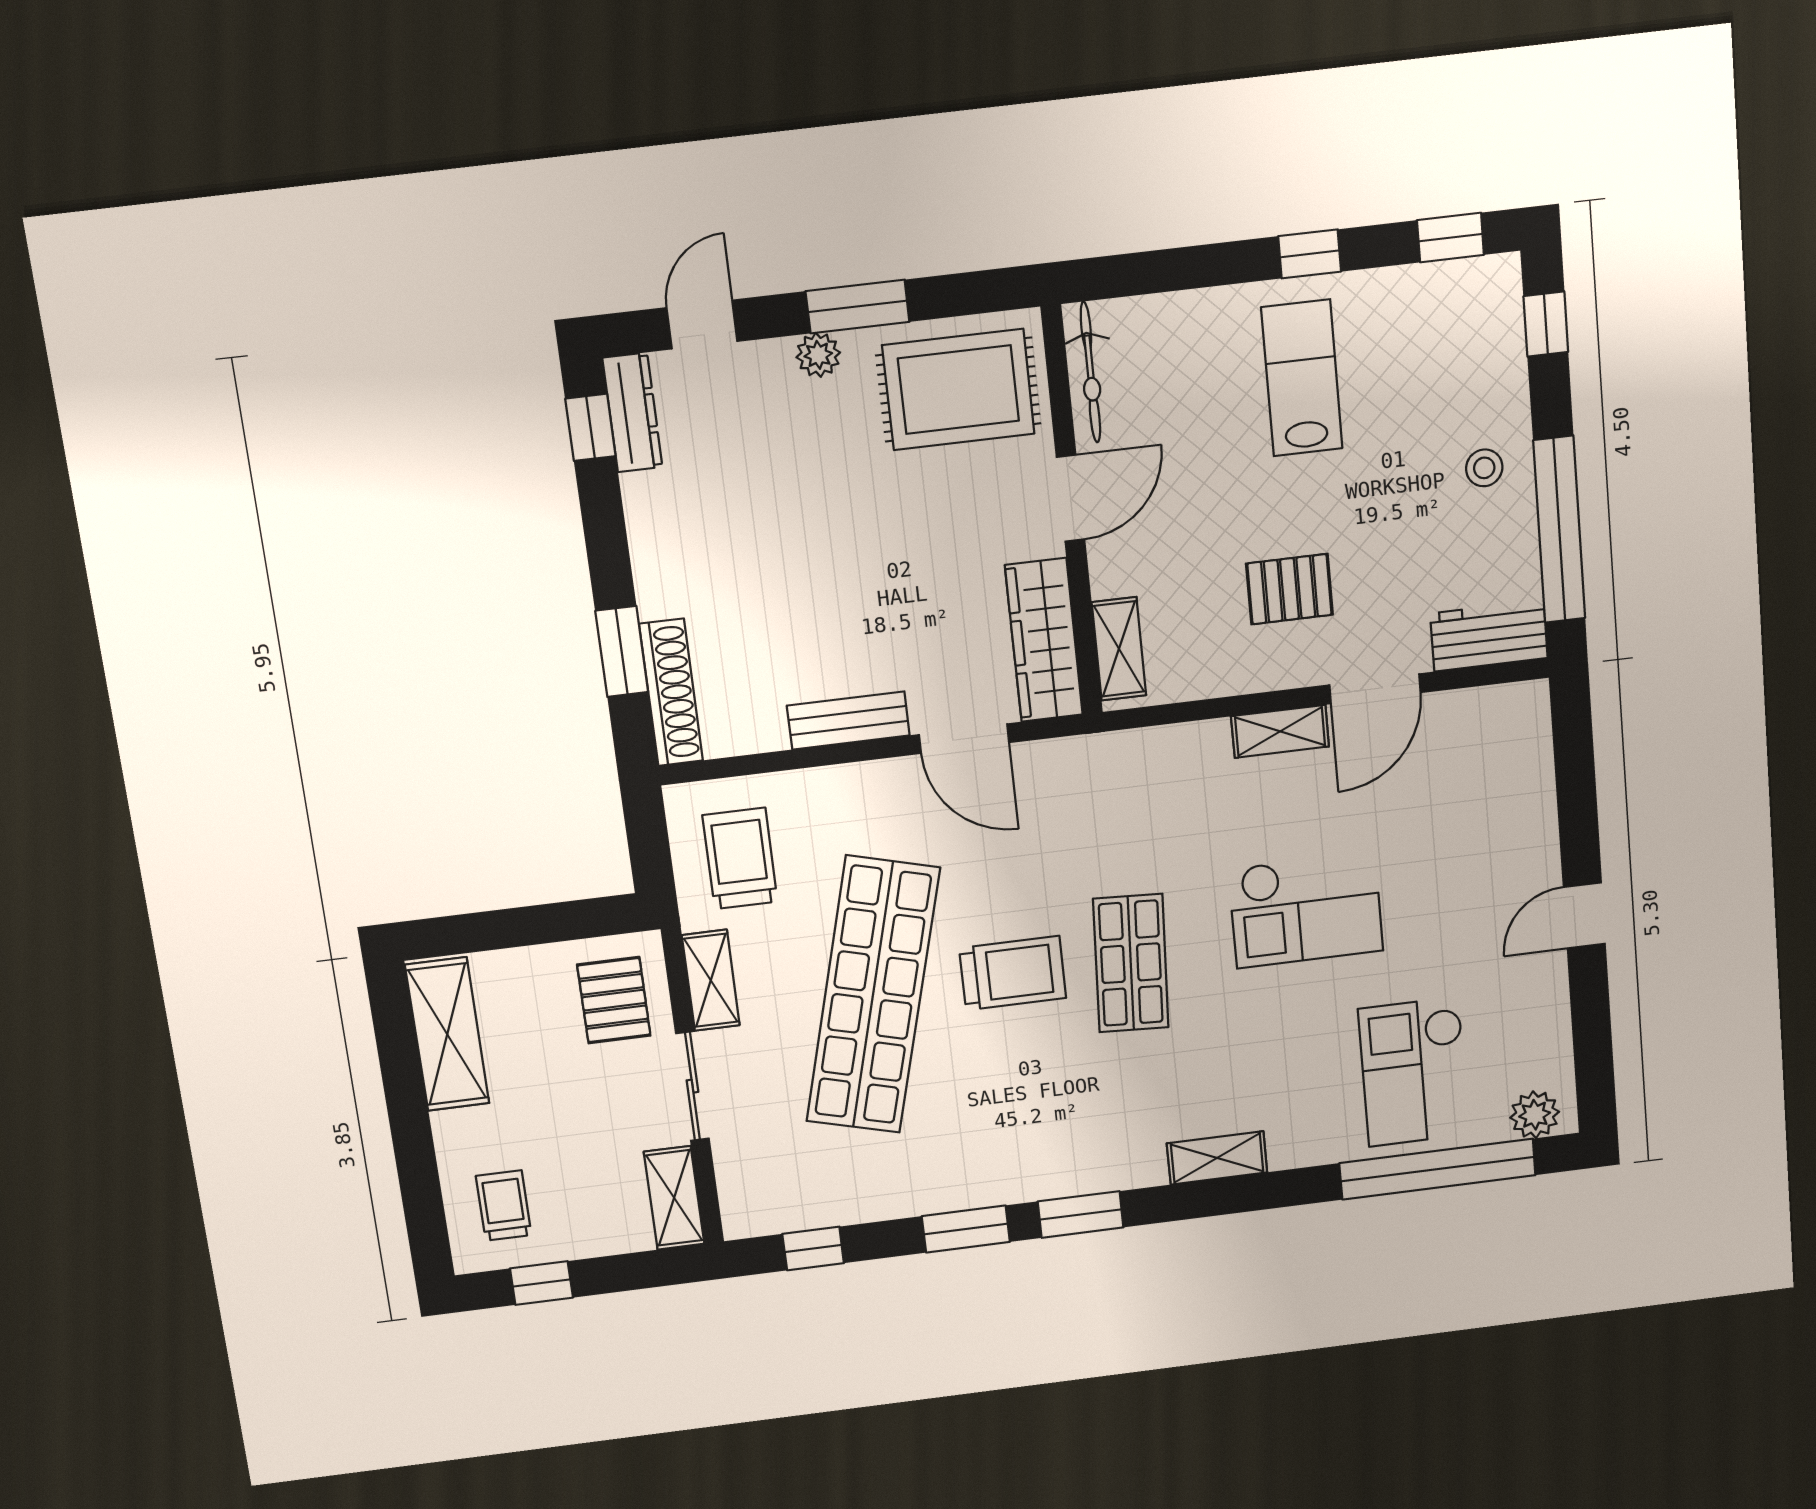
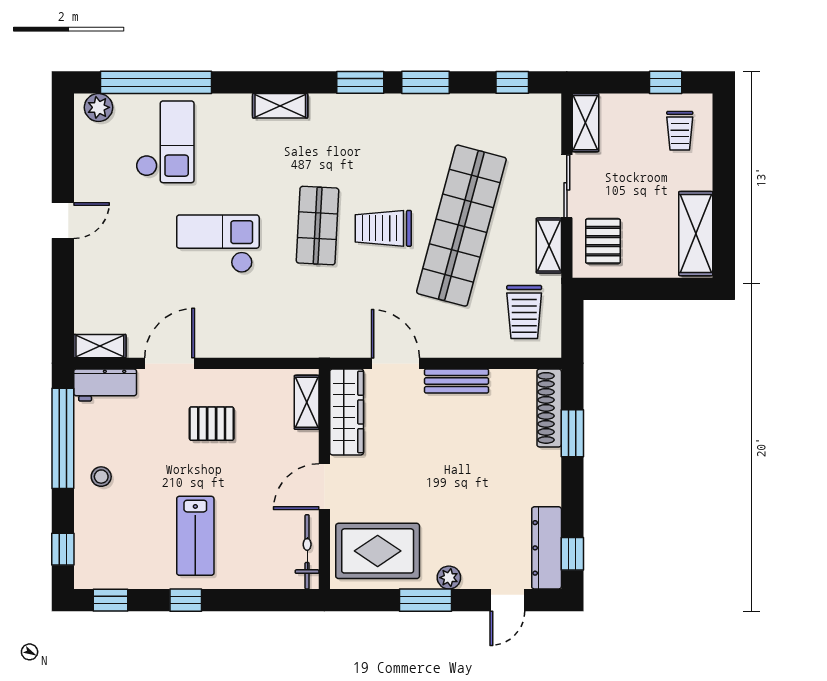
dresser: (632, 412) -> (547, 548), width x1.37, depth x1.24
shelving: (1280, 731) -> (100, 346), moved

